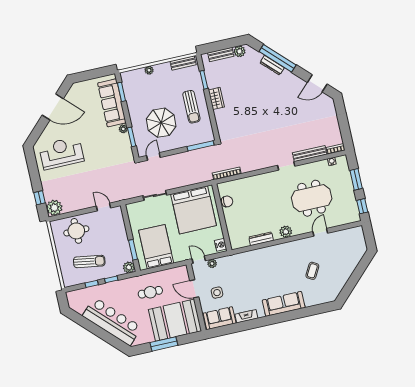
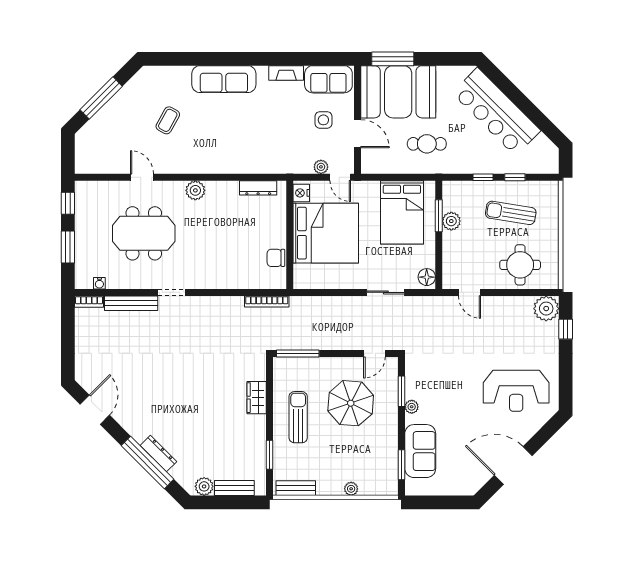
door: (317, 83) -> (95, 410), hinge flipped
wardrobe: (216, 98) -> (257, 398), moved
sofa: (112, 103) -> (420, 451), width x0.73
bed: (194, 210) -> (326, 233), moved, turned 90
floor lamp: (132, 211) -> (427, 277), added
door: (320, 232) -> (142, 177), swing flipped
dresser: (261, 239) -> (258, 188), moved
plant: (129, 267) -> (451, 221), moved
window: (356, 275) -> (101, 98), added
window: (164, 344) -> (393, 59), moved

